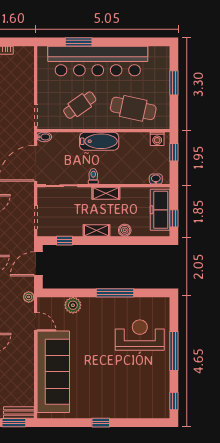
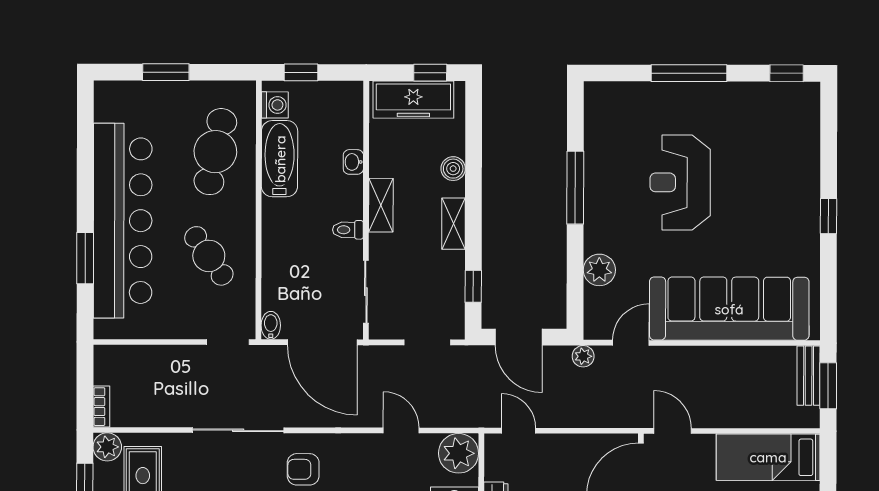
bathtub: (99, 141) -> (280, 159), moved
washbasin: (156, 179) -> (353, 162), moved
reception desk: (140, 335) -> (680, 182), moved

